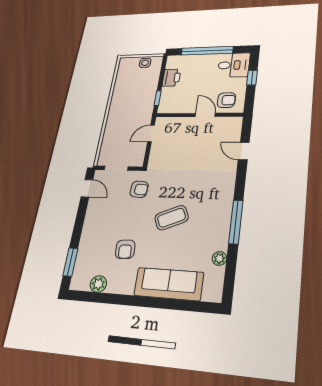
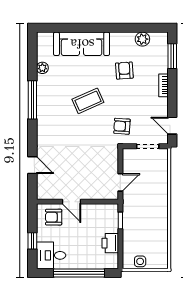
bookcase: (87, 230) -> (163, 85), added

